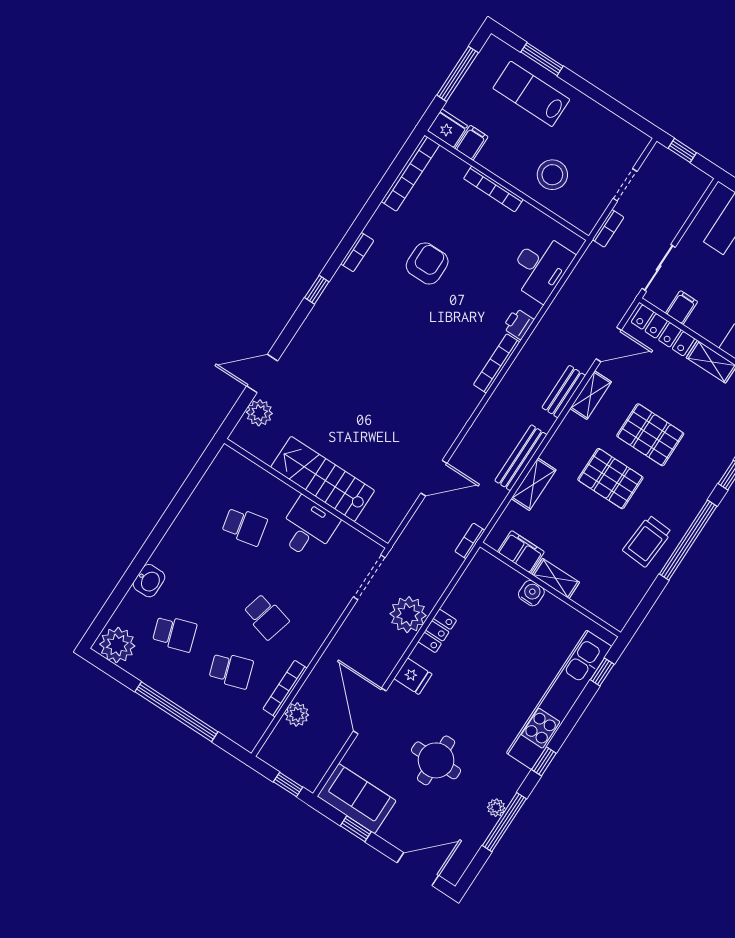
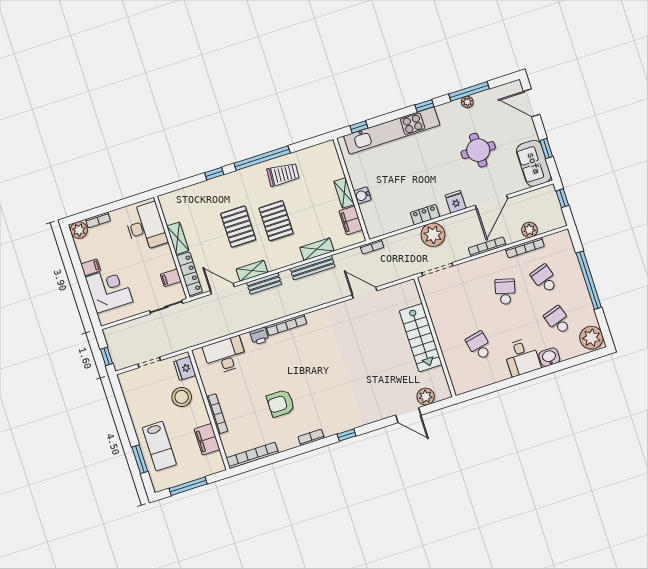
fridge: (447, 128) -> (185, 368), moved
filing cabinet: (472, 143) -> (207, 439), width x2.00
bookcase: (608, 228) -> (487, 247), moved, width x1.56
desk: (308, 528) -> (522, 357), moved, turned -90

